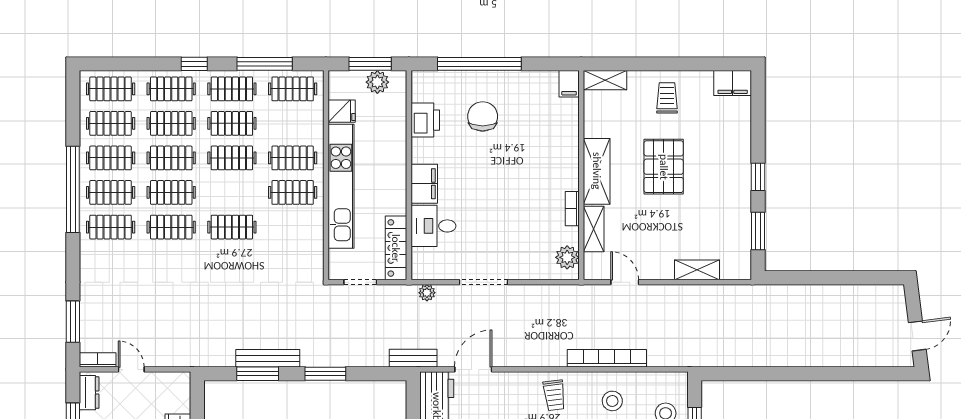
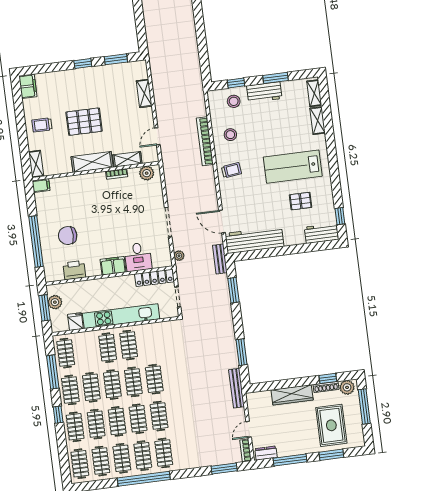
clothes rail: (232, 192) -> (133, 382), added
bench: (268, 358) -> (237, 388), moved
window: (325, 374) -> (234, 290), moved

